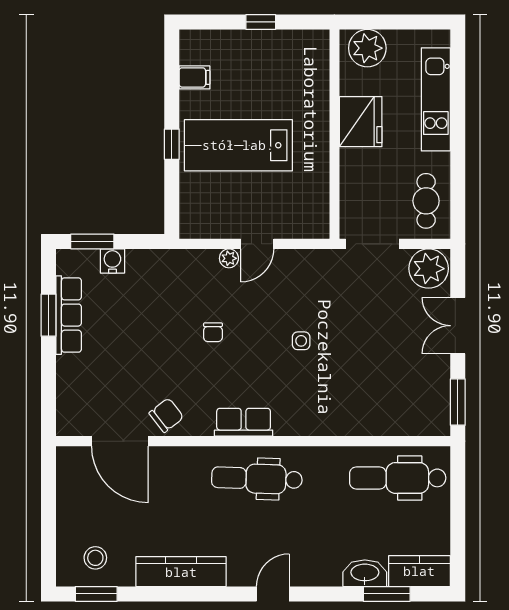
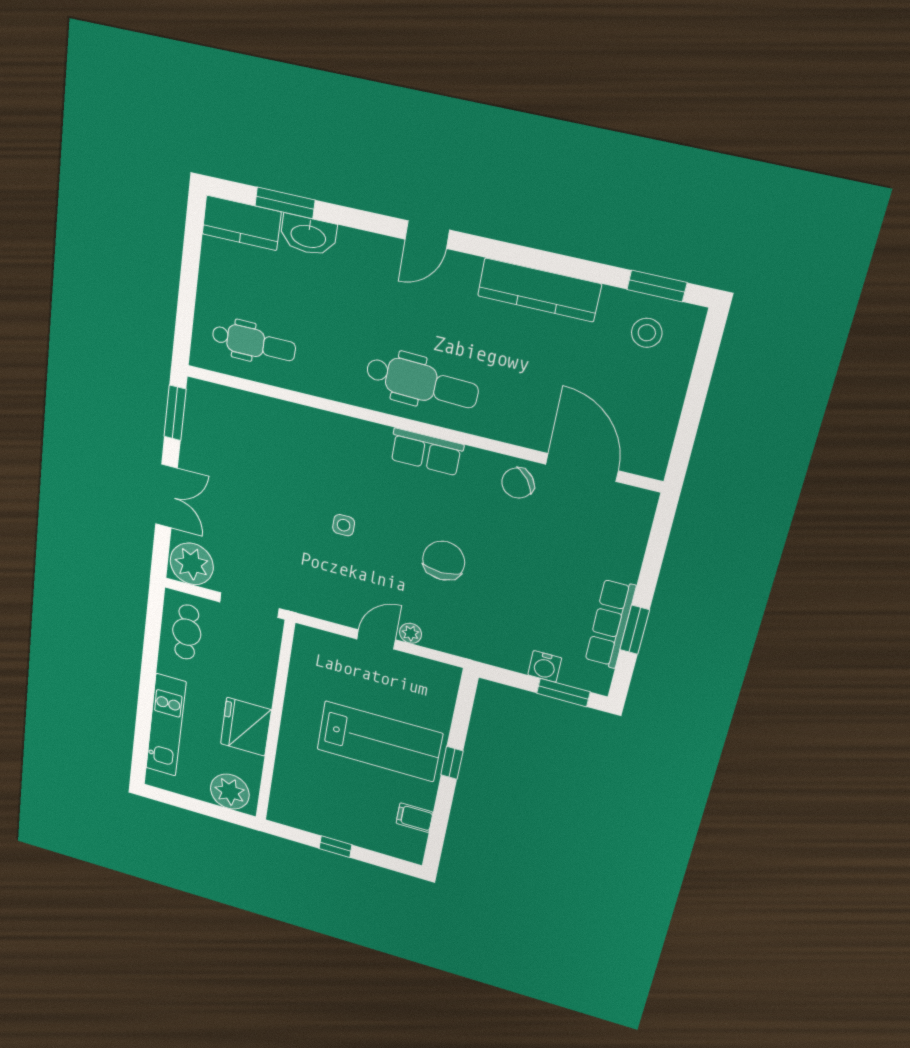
chair: (213, 332) -> (444, 561), width x1.87, depth x1.87
dental chair: (398, 478) -> (254, 343), width x0.73, depth x0.72

